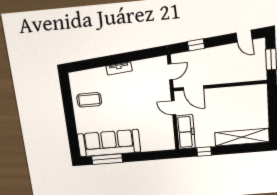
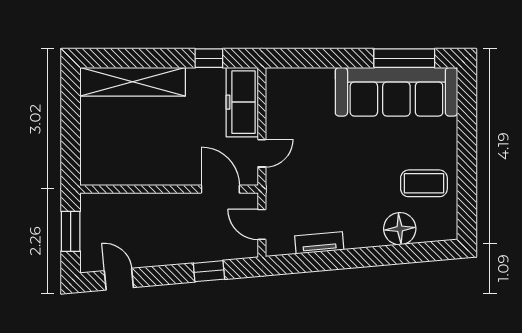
tv unit: (119, 69) -> (319, 243), moved
door: (170, 72) -> (262, 224), hinge flipped
floor lamp: (99, 76) -> (400, 229), added
door: (174, 108) -> (262, 153), hinge flipped

